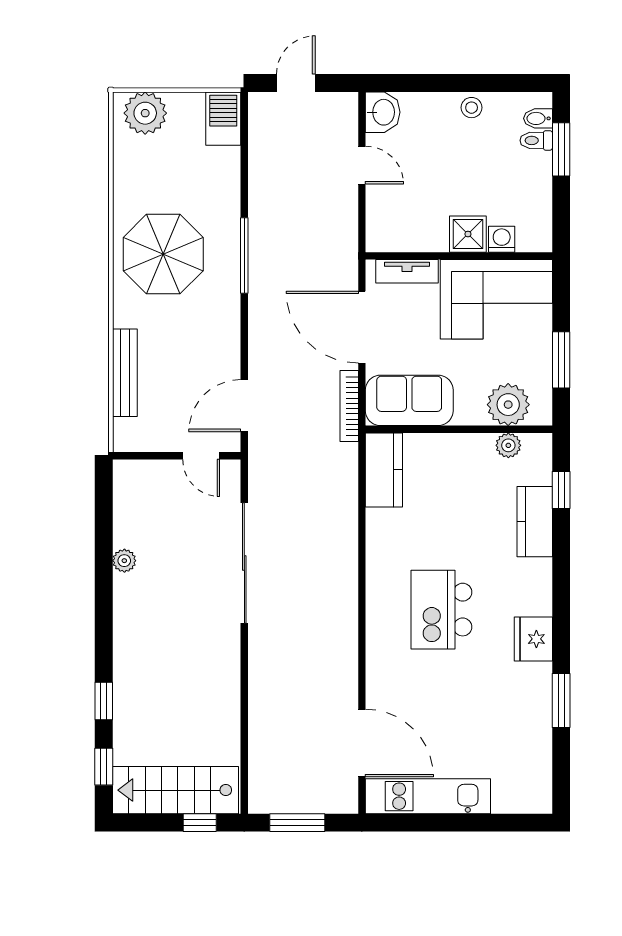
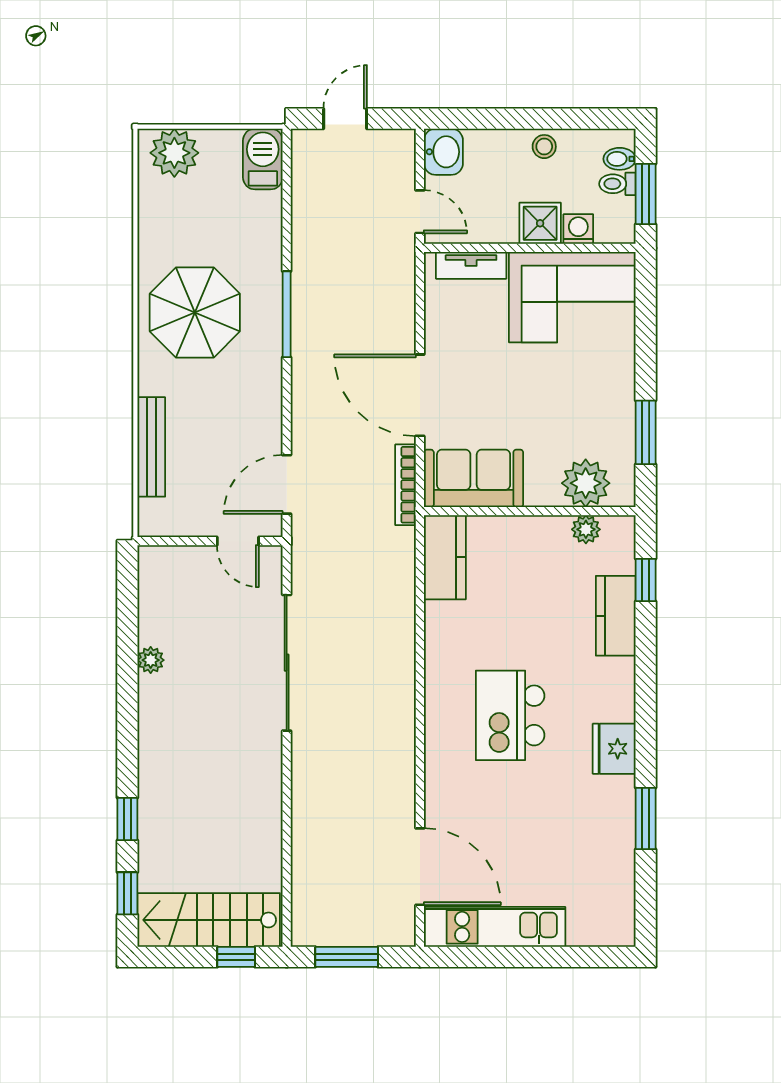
shower: (468, 234) -> (540, 223), moved
washing machine: (502, 239) -> (578, 229), moved
wall: (459, 256) -> (530, 248), moved
tv unit: (407, 271) -> (471, 265), moved
corner sofa: (496, 299) -> (572, 297), moved

